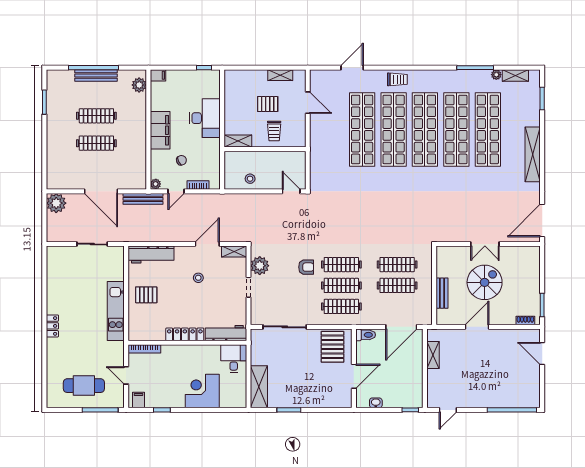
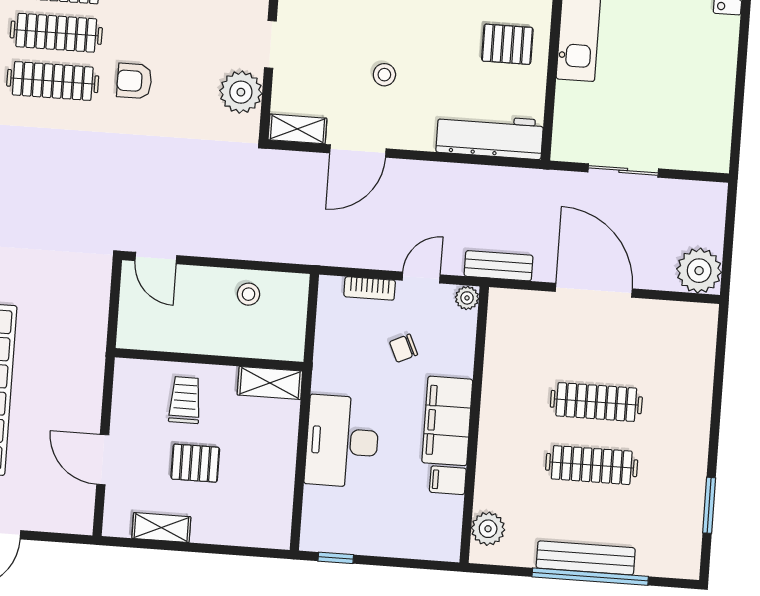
filing cabinet: (158, 75) -> (448, 480), moved
bench: (143, 199) -> (499, 266), width x0.73

